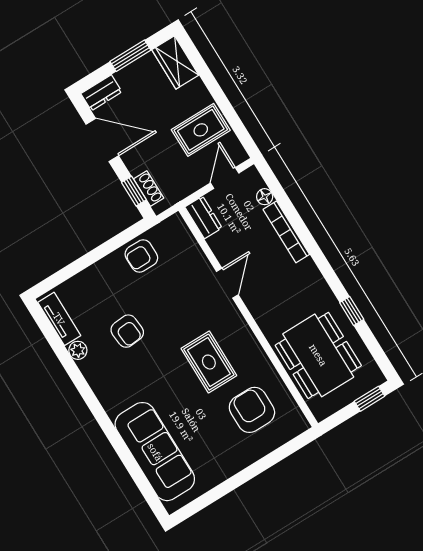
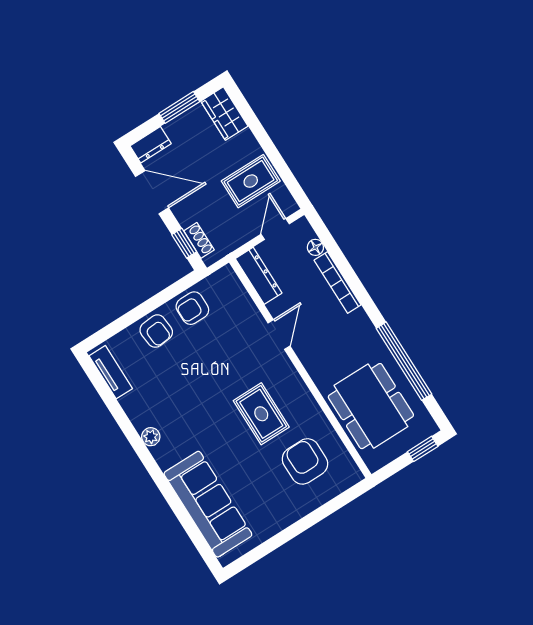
dresser: (203, 217) -> (259, 276), width x1.44
window: (352, 311) -> (404, 361), width x3.17
armchair: (127, 331) -> (156, 331), moved
plant: (78, 350) -> (151, 437), moved

